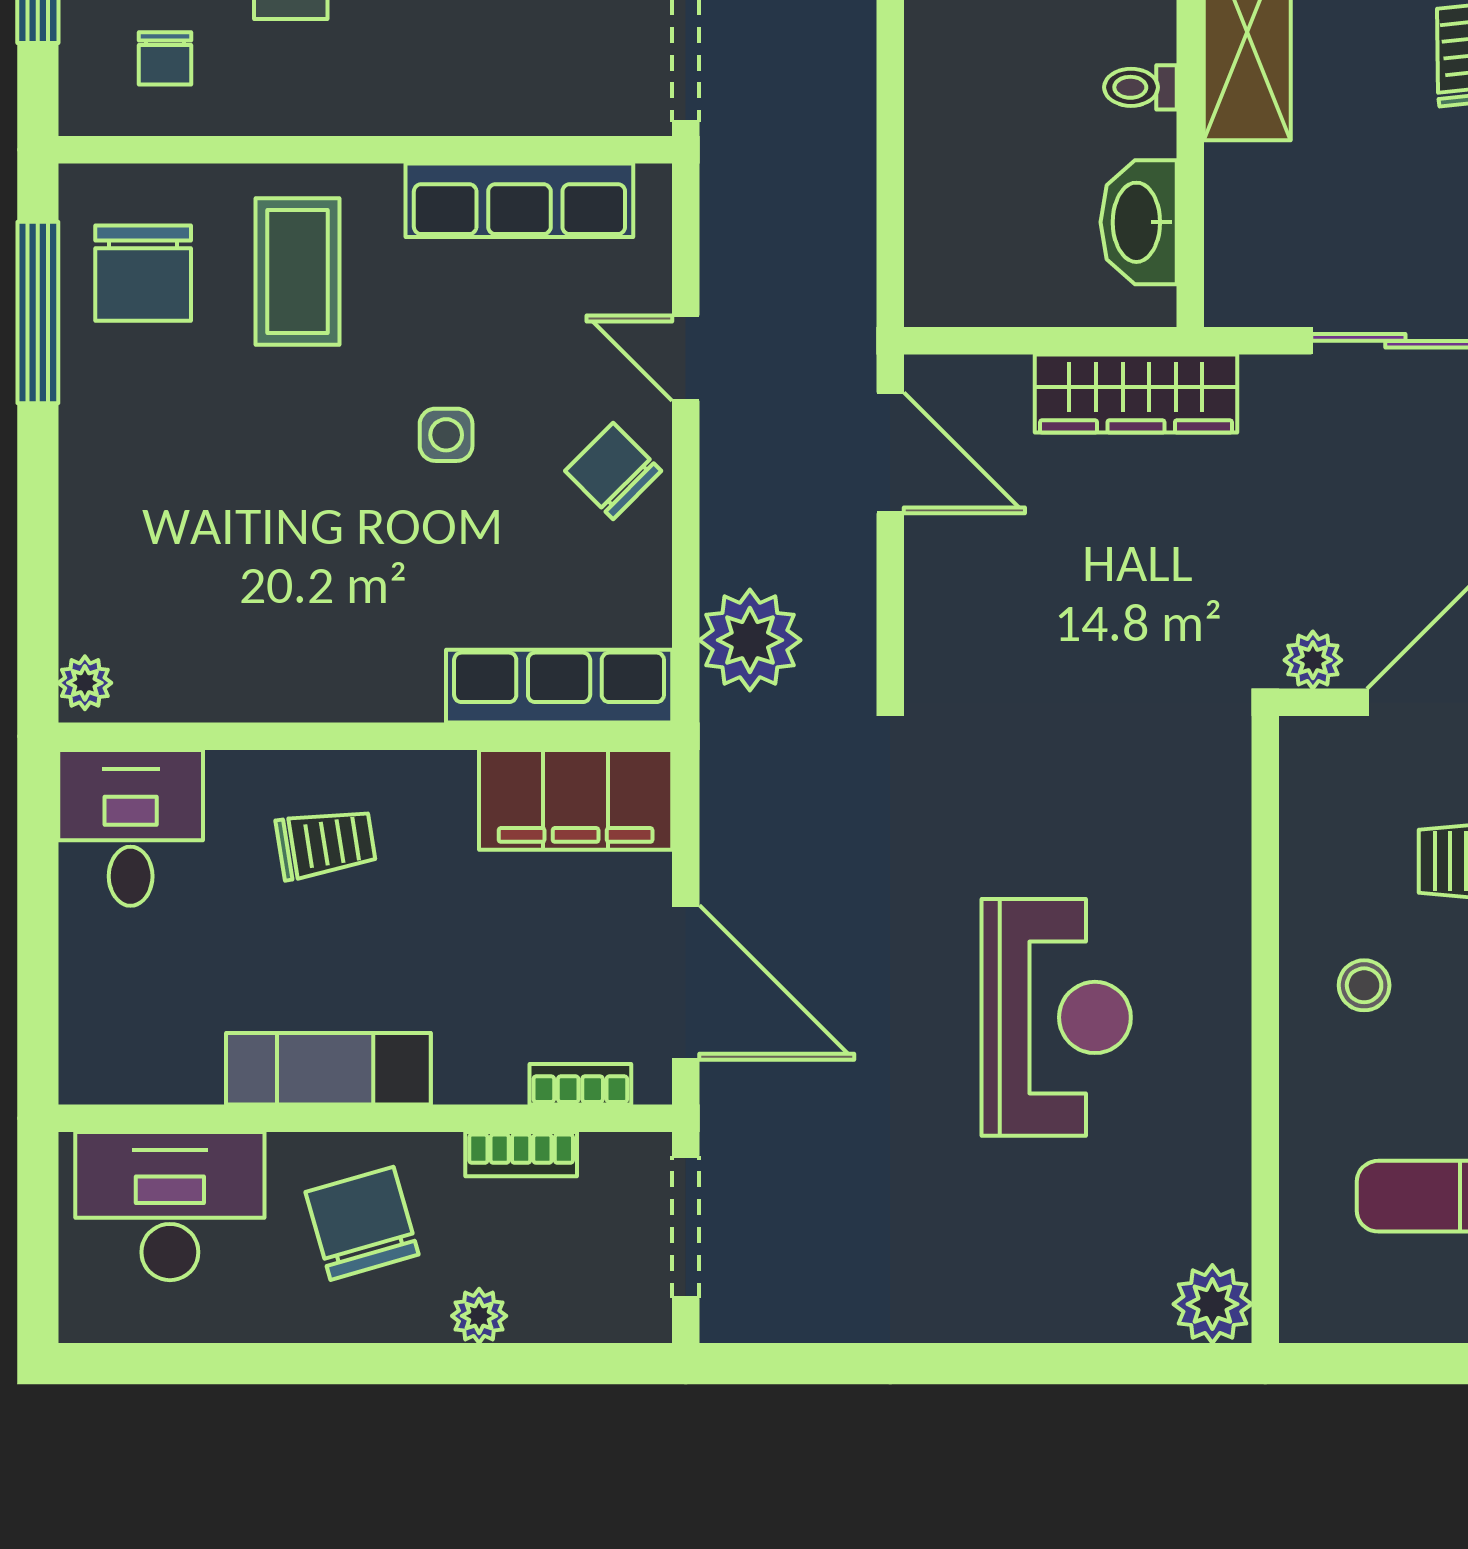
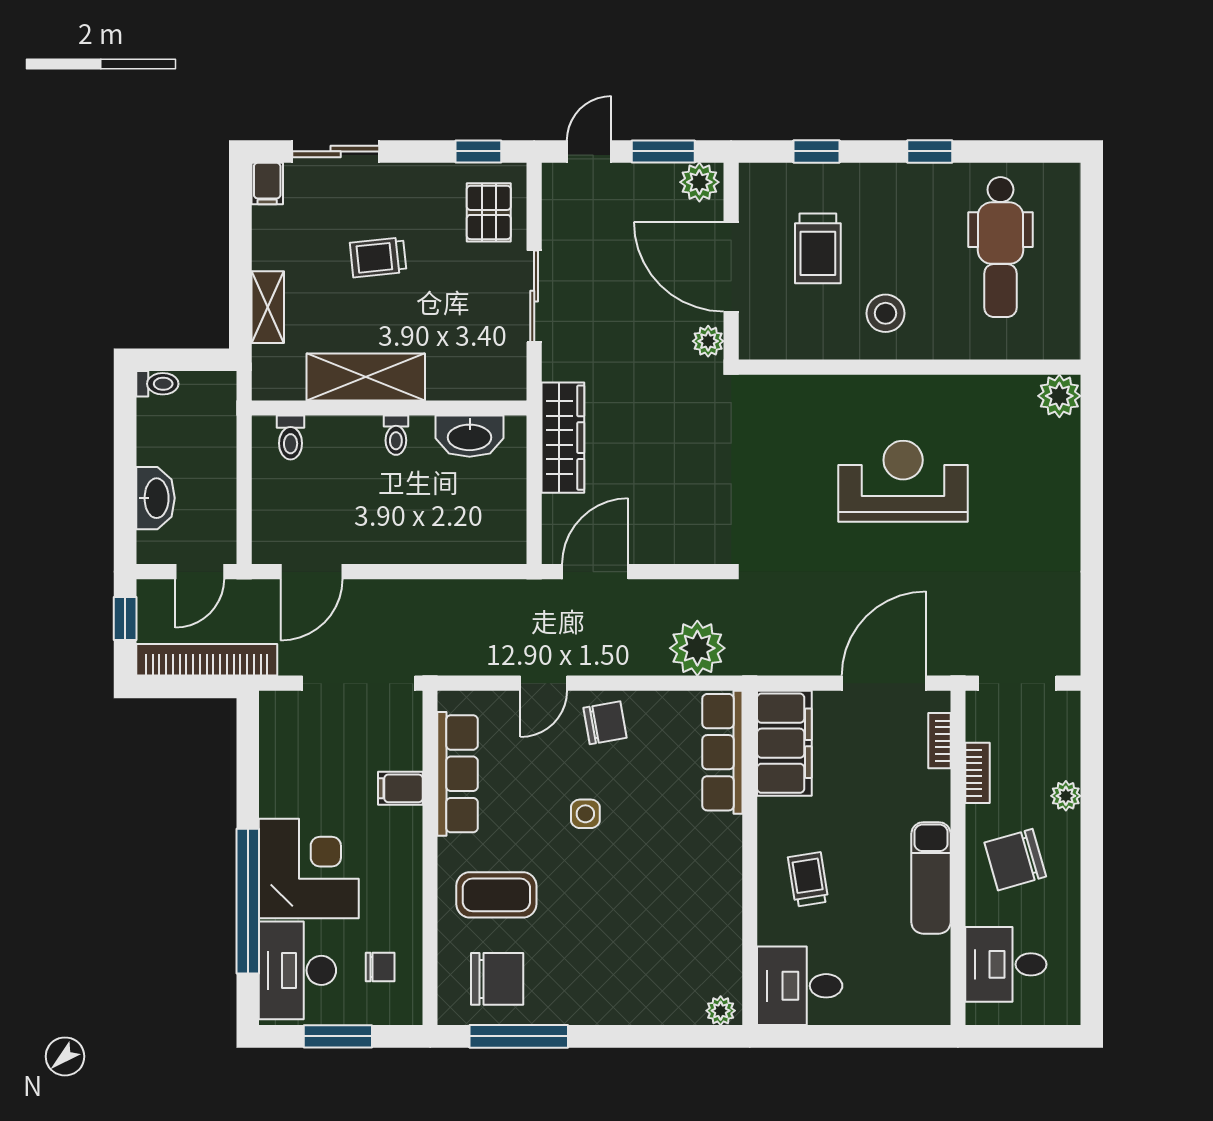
filing cabinet: (493, 95) -> (400, 788), added
chair: (613, 471) -> (605, 723), turned -145
stool: (1364, 985) -> (886, 313), width x1.37, depth x1.37
desk: (170, 1206) -> (1006, 964), width x0.73

